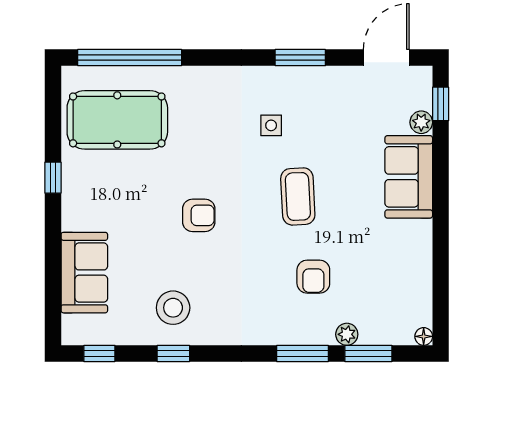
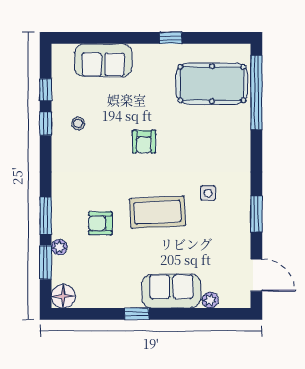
window: (441, 104) -> (137, 314), moved
pool table: (117, 120) -> (212, 84), turned 90
coffee table: (298, 196) -> (157, 212), width x1.36, depth x1.32
stool: (173, 308) -> (78, 123), width x0.53, depth x0.53
floor lamp: (424, 336) -> (63, 296), width x1.89, depth x1.89
window: (99, 353) -> (46, 90), moved

